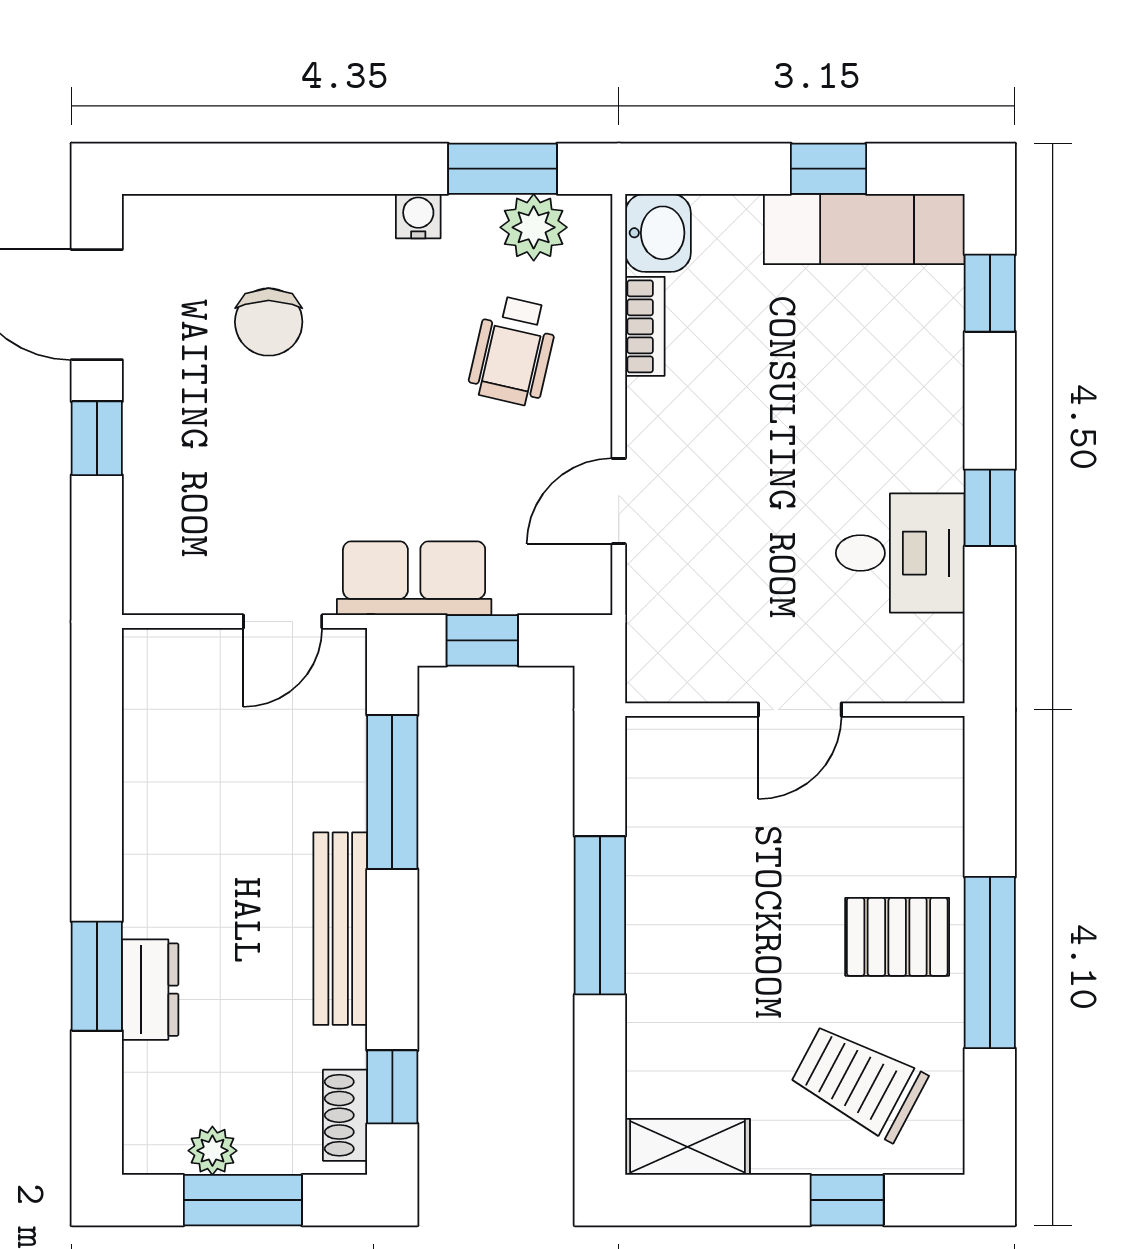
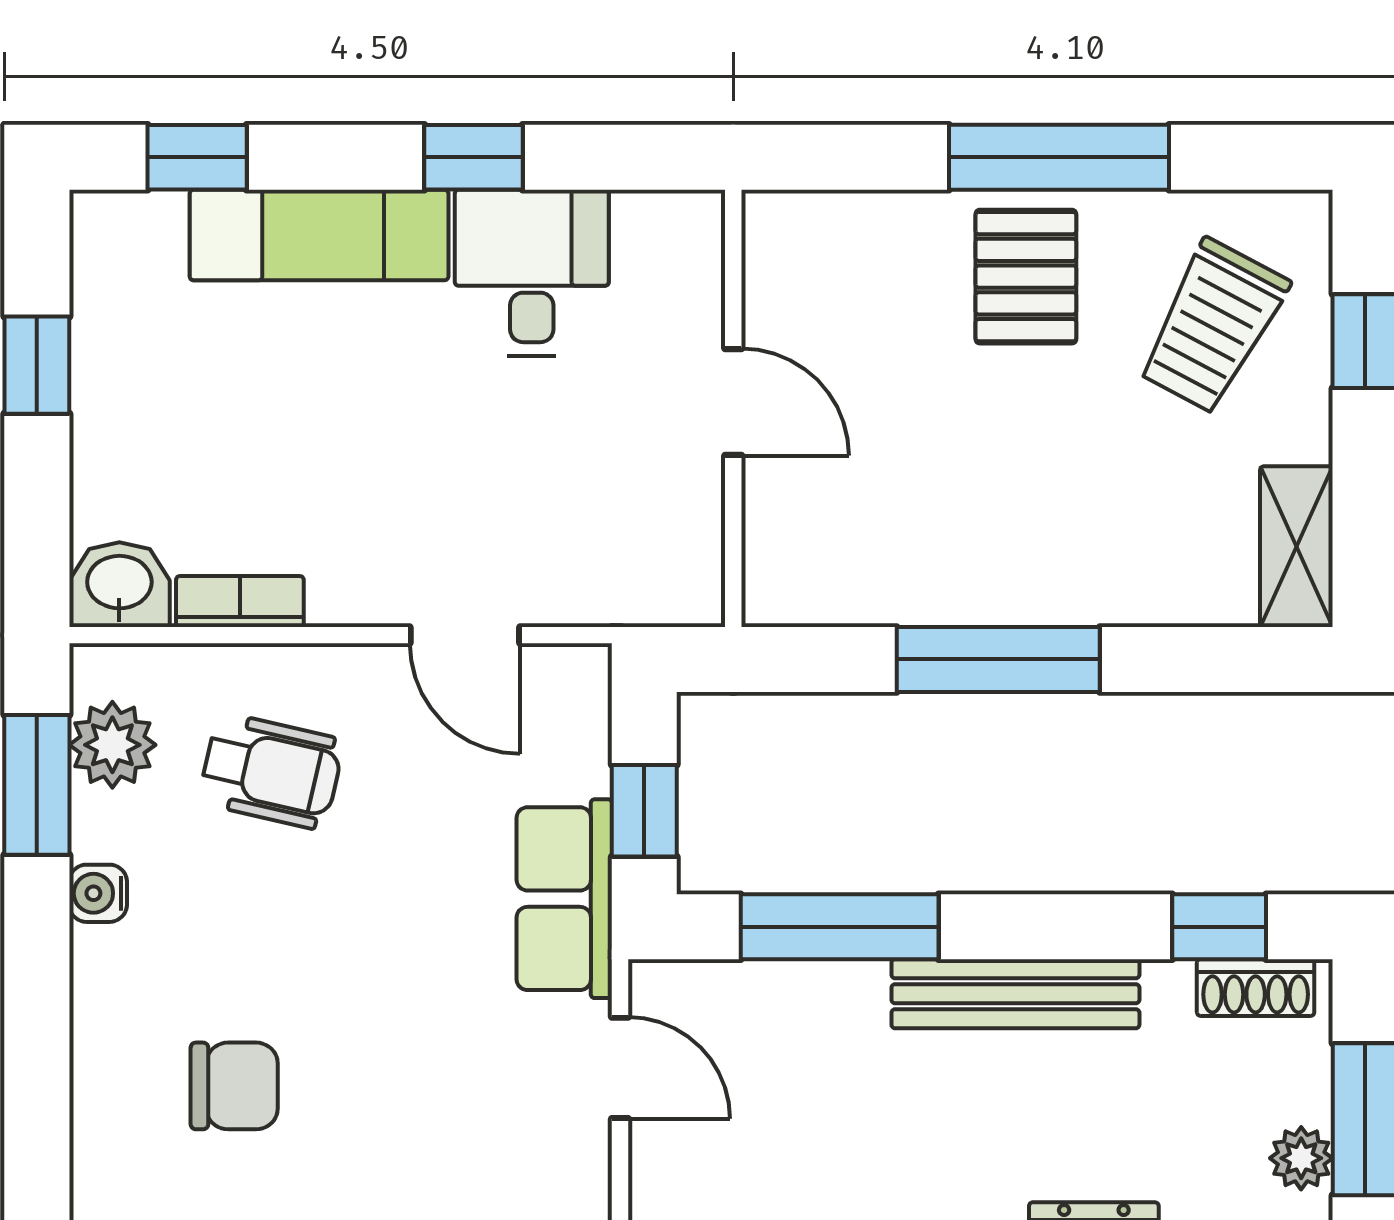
exam couch: (864, 229) -> (319, 235), moved, turned 90

